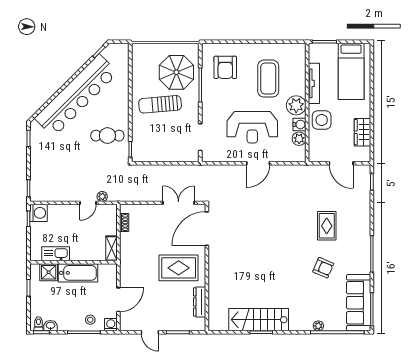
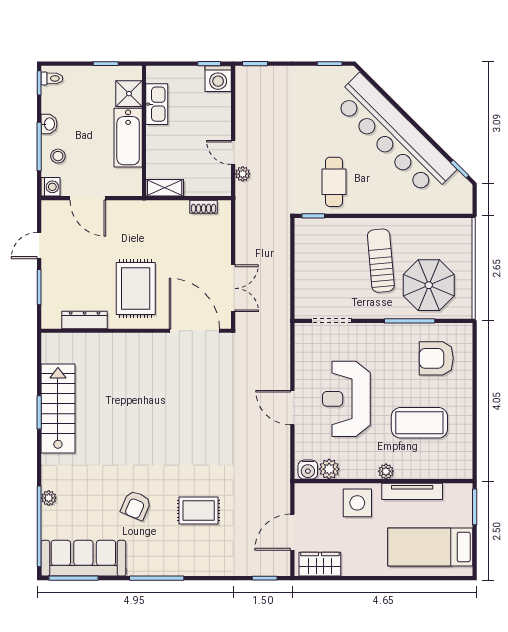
plant: (296, 105) -> (386, 471), width x0.53, depth x0.53
water cooler: (299, 124) -> (308, 470), moved
wardrobe: (363, 132) -> (320, 564), moved
washbasin: (50, 326) -> (49, 124), moved

